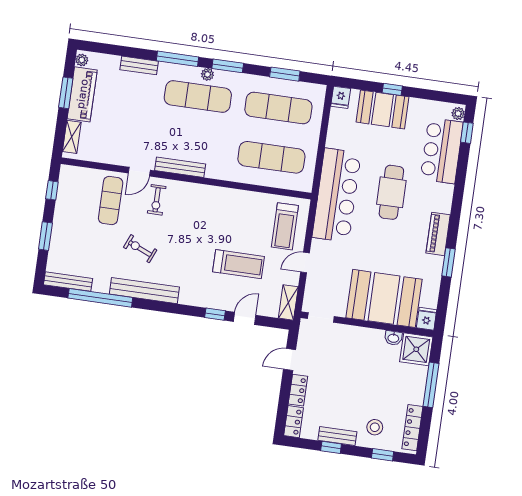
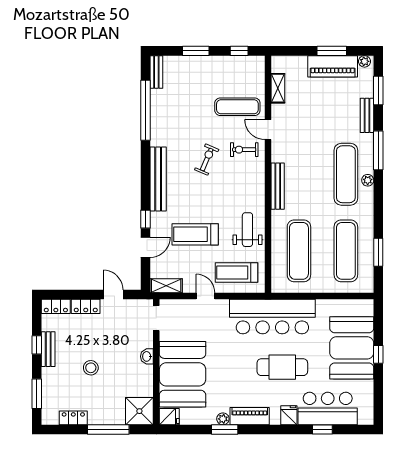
window: (228, 66) -> (378, 91), moved
fridge: (341, 97) -> (289, 415), moved, turned 90
booth: (382, 109) -> (352, 348), width x1.36, depth x1.42
plant: (458, 114) -> (223, 419), moved
window: (467, 133) -> (322, 430), moved
shelving: (72, 137) -> (278, 88), moved, turned 90
bench: (180, 167) -> (278, 186), moved
weight bench: (241, 208) -> (247, 230), added
exercise bike: (140, 249) -> (207, 160), moved
treadmill: (238, 264) -> (195, 234), turned 90
bench: (68, 282) -> (156, 72), width x0.73
bench: (144, 291) -> (158, 179), moved
door: (245, 318) -> (145, 247), hinge flipped
washbasin: (393, 338) -> (147, 356), moved
stool: (375, 427) -> (91, 368), moved
locker: (412, 428) -> (73, 418), width x0.66
window: (383, 455) -> (37, 394), width x1.50

